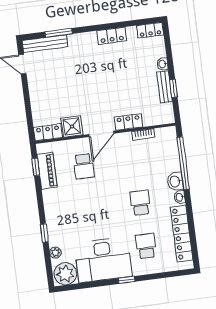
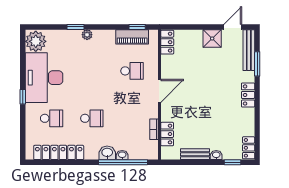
locker: (112, 36) -> (248, 95), moved
window: (173, 89) -> (233, 162), moved
locker: (128, 122) -> (167, 134), moved
shower: (72, 126) -> (212, 38), moved
door: (101, 134) -> (159, 91), swing flipped
school desk: (84, 166) -> (132, 71), turned 180
washbasin: (180, 197) -> (122, 155), moved
plant: (55, 253) -> (87, 35), moved

